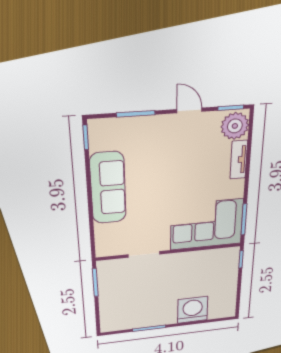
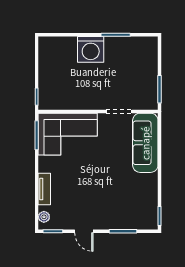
plant: (235, 126) -> (44, 217), width x0.53, depth x0.53
sofa: (108, 188) -> (145, 143), moved
washing machine: (193, 310) -> (91, 49), moved

